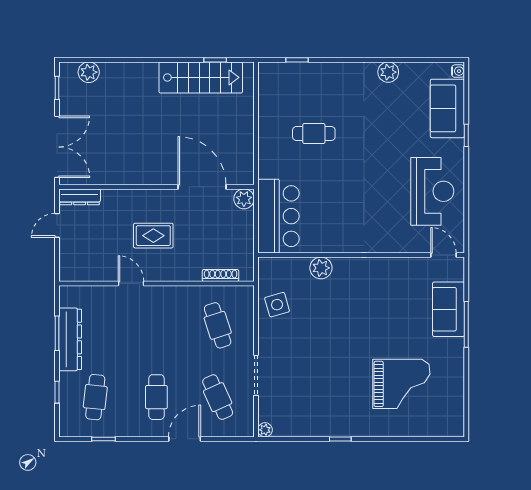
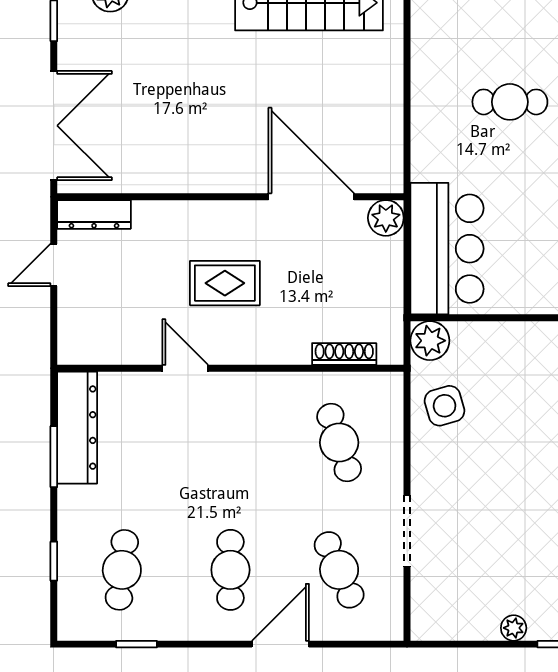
plant: (321, 268) -> (430, 341), moved
dresser: (70, 339) -> (77, 428), moved
plant: (265, 430) -> (514, 628), moved

